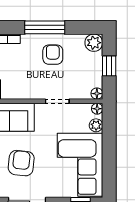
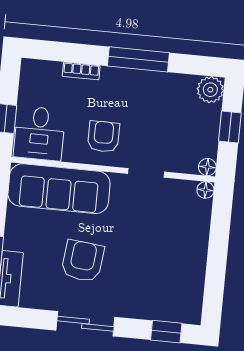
armchair: (53, 55) -> (103, 137), moved
plant: (96, 125) -> (201, 215), removed
corner sofa: (80, 165) -> (171, 272), removed

